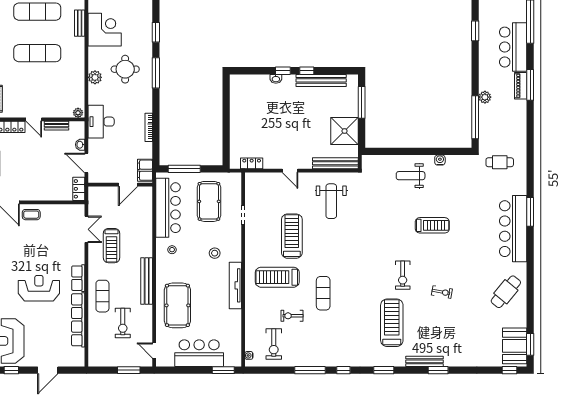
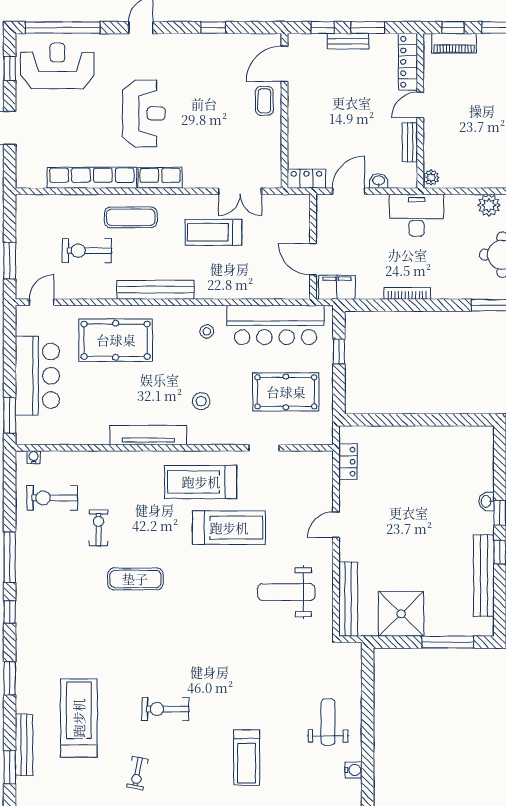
window: (184, 169) -> (339, 351), width x0.46
treadmill: (277, 277) -> (201, 482), moved, turned -90
treadmill: (392, 323) -> (79, 718), moved, turned -90

